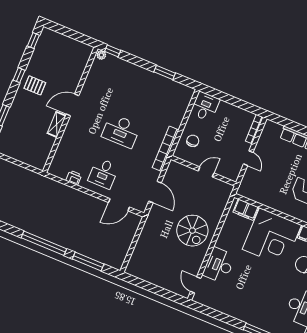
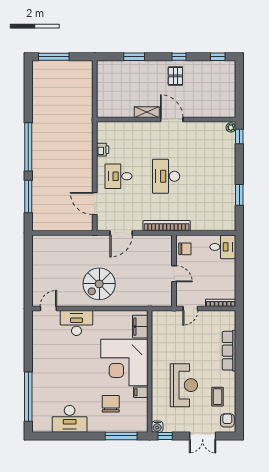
wall: (203, 171) -> (174, 271), moved
door: (206, 172) -> (174, 274), moved

